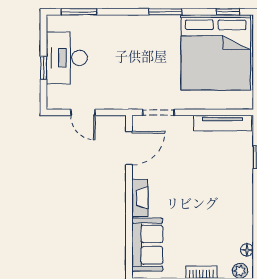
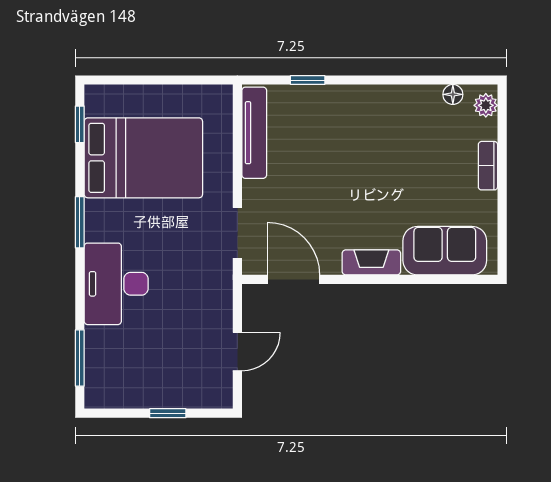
bed: (216, 52) -> (143, 158), width x0.73
desk: (67, 58) -> (116, 284), moved, turned 90

